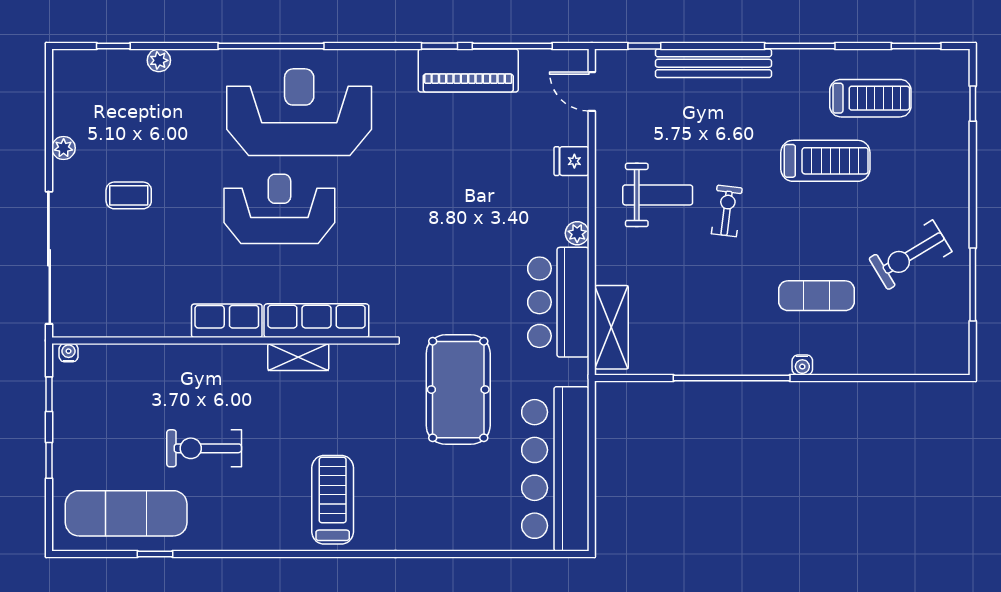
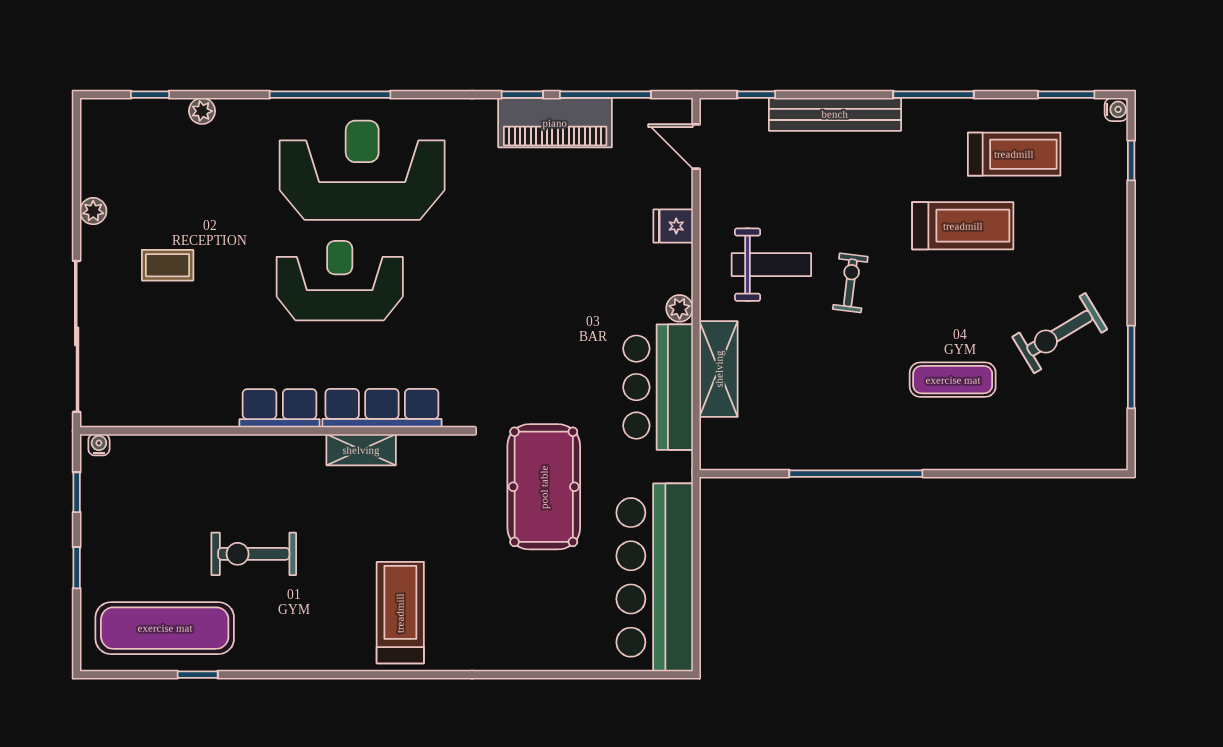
shelving: (611, 327) -> (719, 369), moved
water cooler: (802, 365) -> (1116, 109), moved, turned -90

